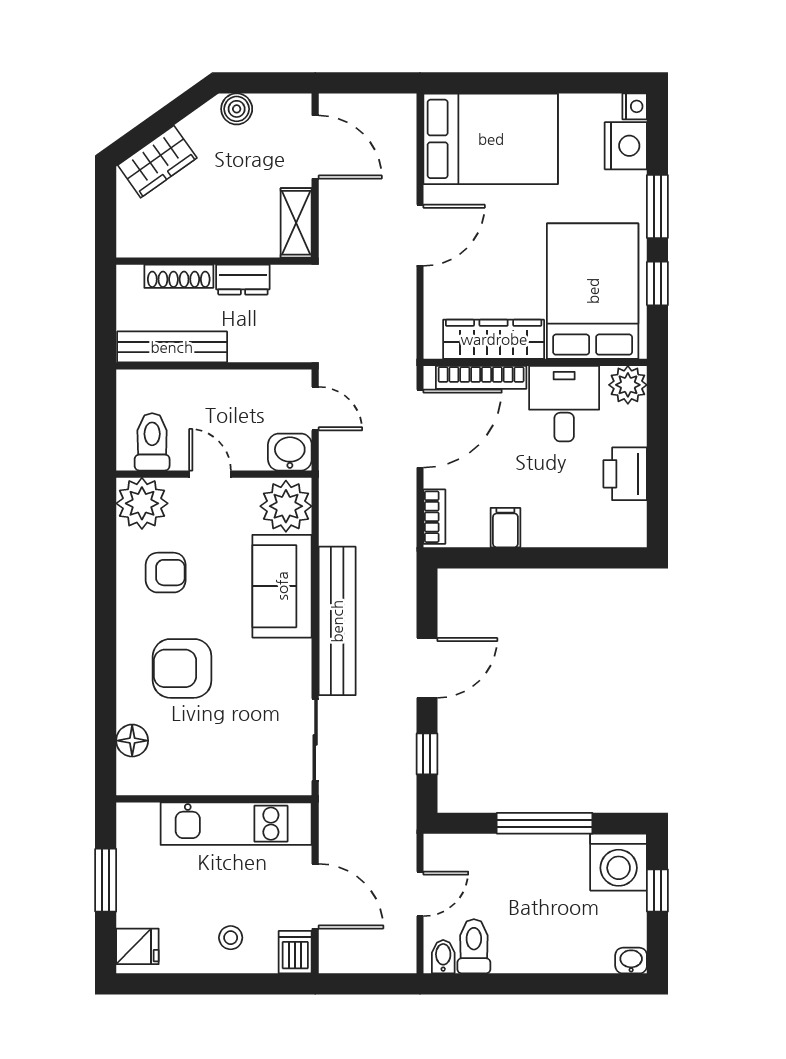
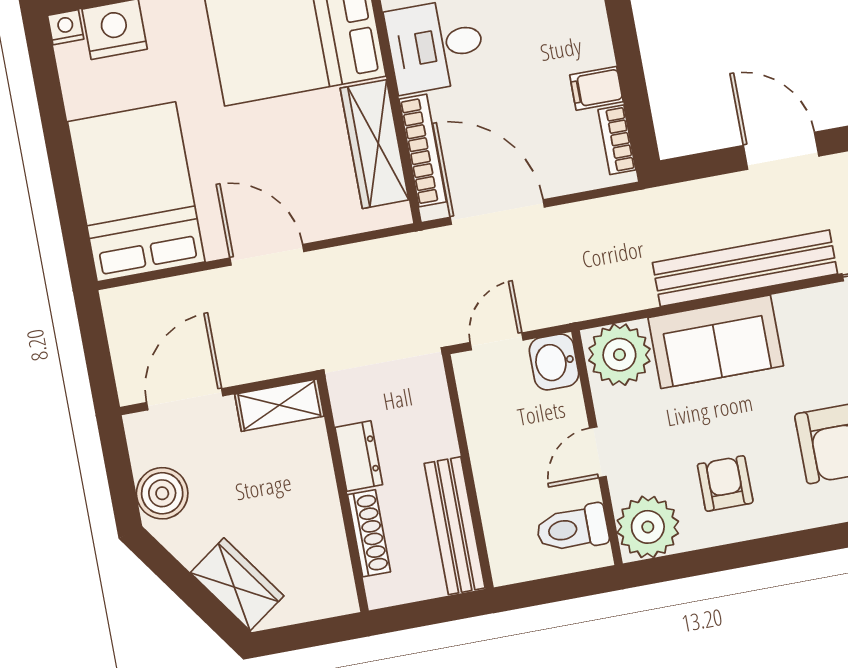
boiler: (237, 109) -> (162, 493), width x1.36, depth x1.36
bookcase: (434, 517) -> (617, 140), moved, turned -90

